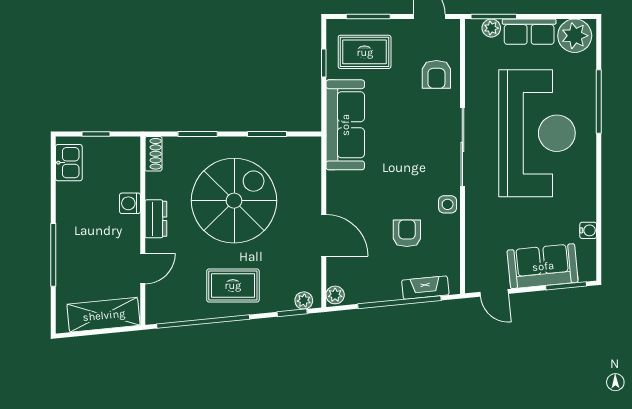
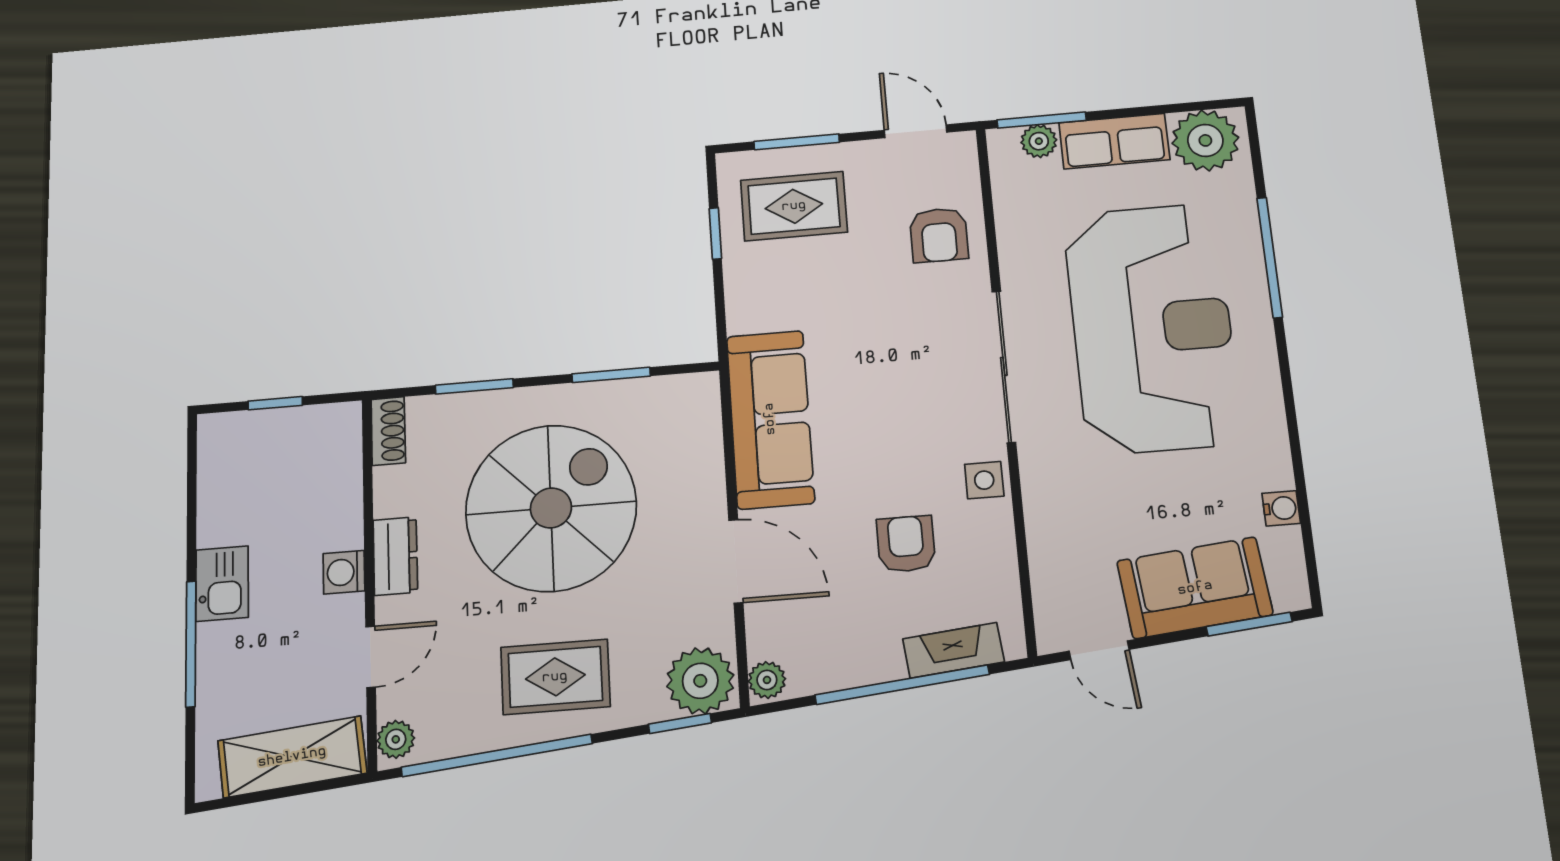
sofa: (345, 125) -> (770, 419), moved
kitchen sink: (69, 163) -> (222, 584), moved
washing machine: (130, 203) -> (344, 572), moved
plant: (304, 300) -> (700, 681), width x1.87, depth x1.87
plant: (154, 310) -> (396, 739), added

